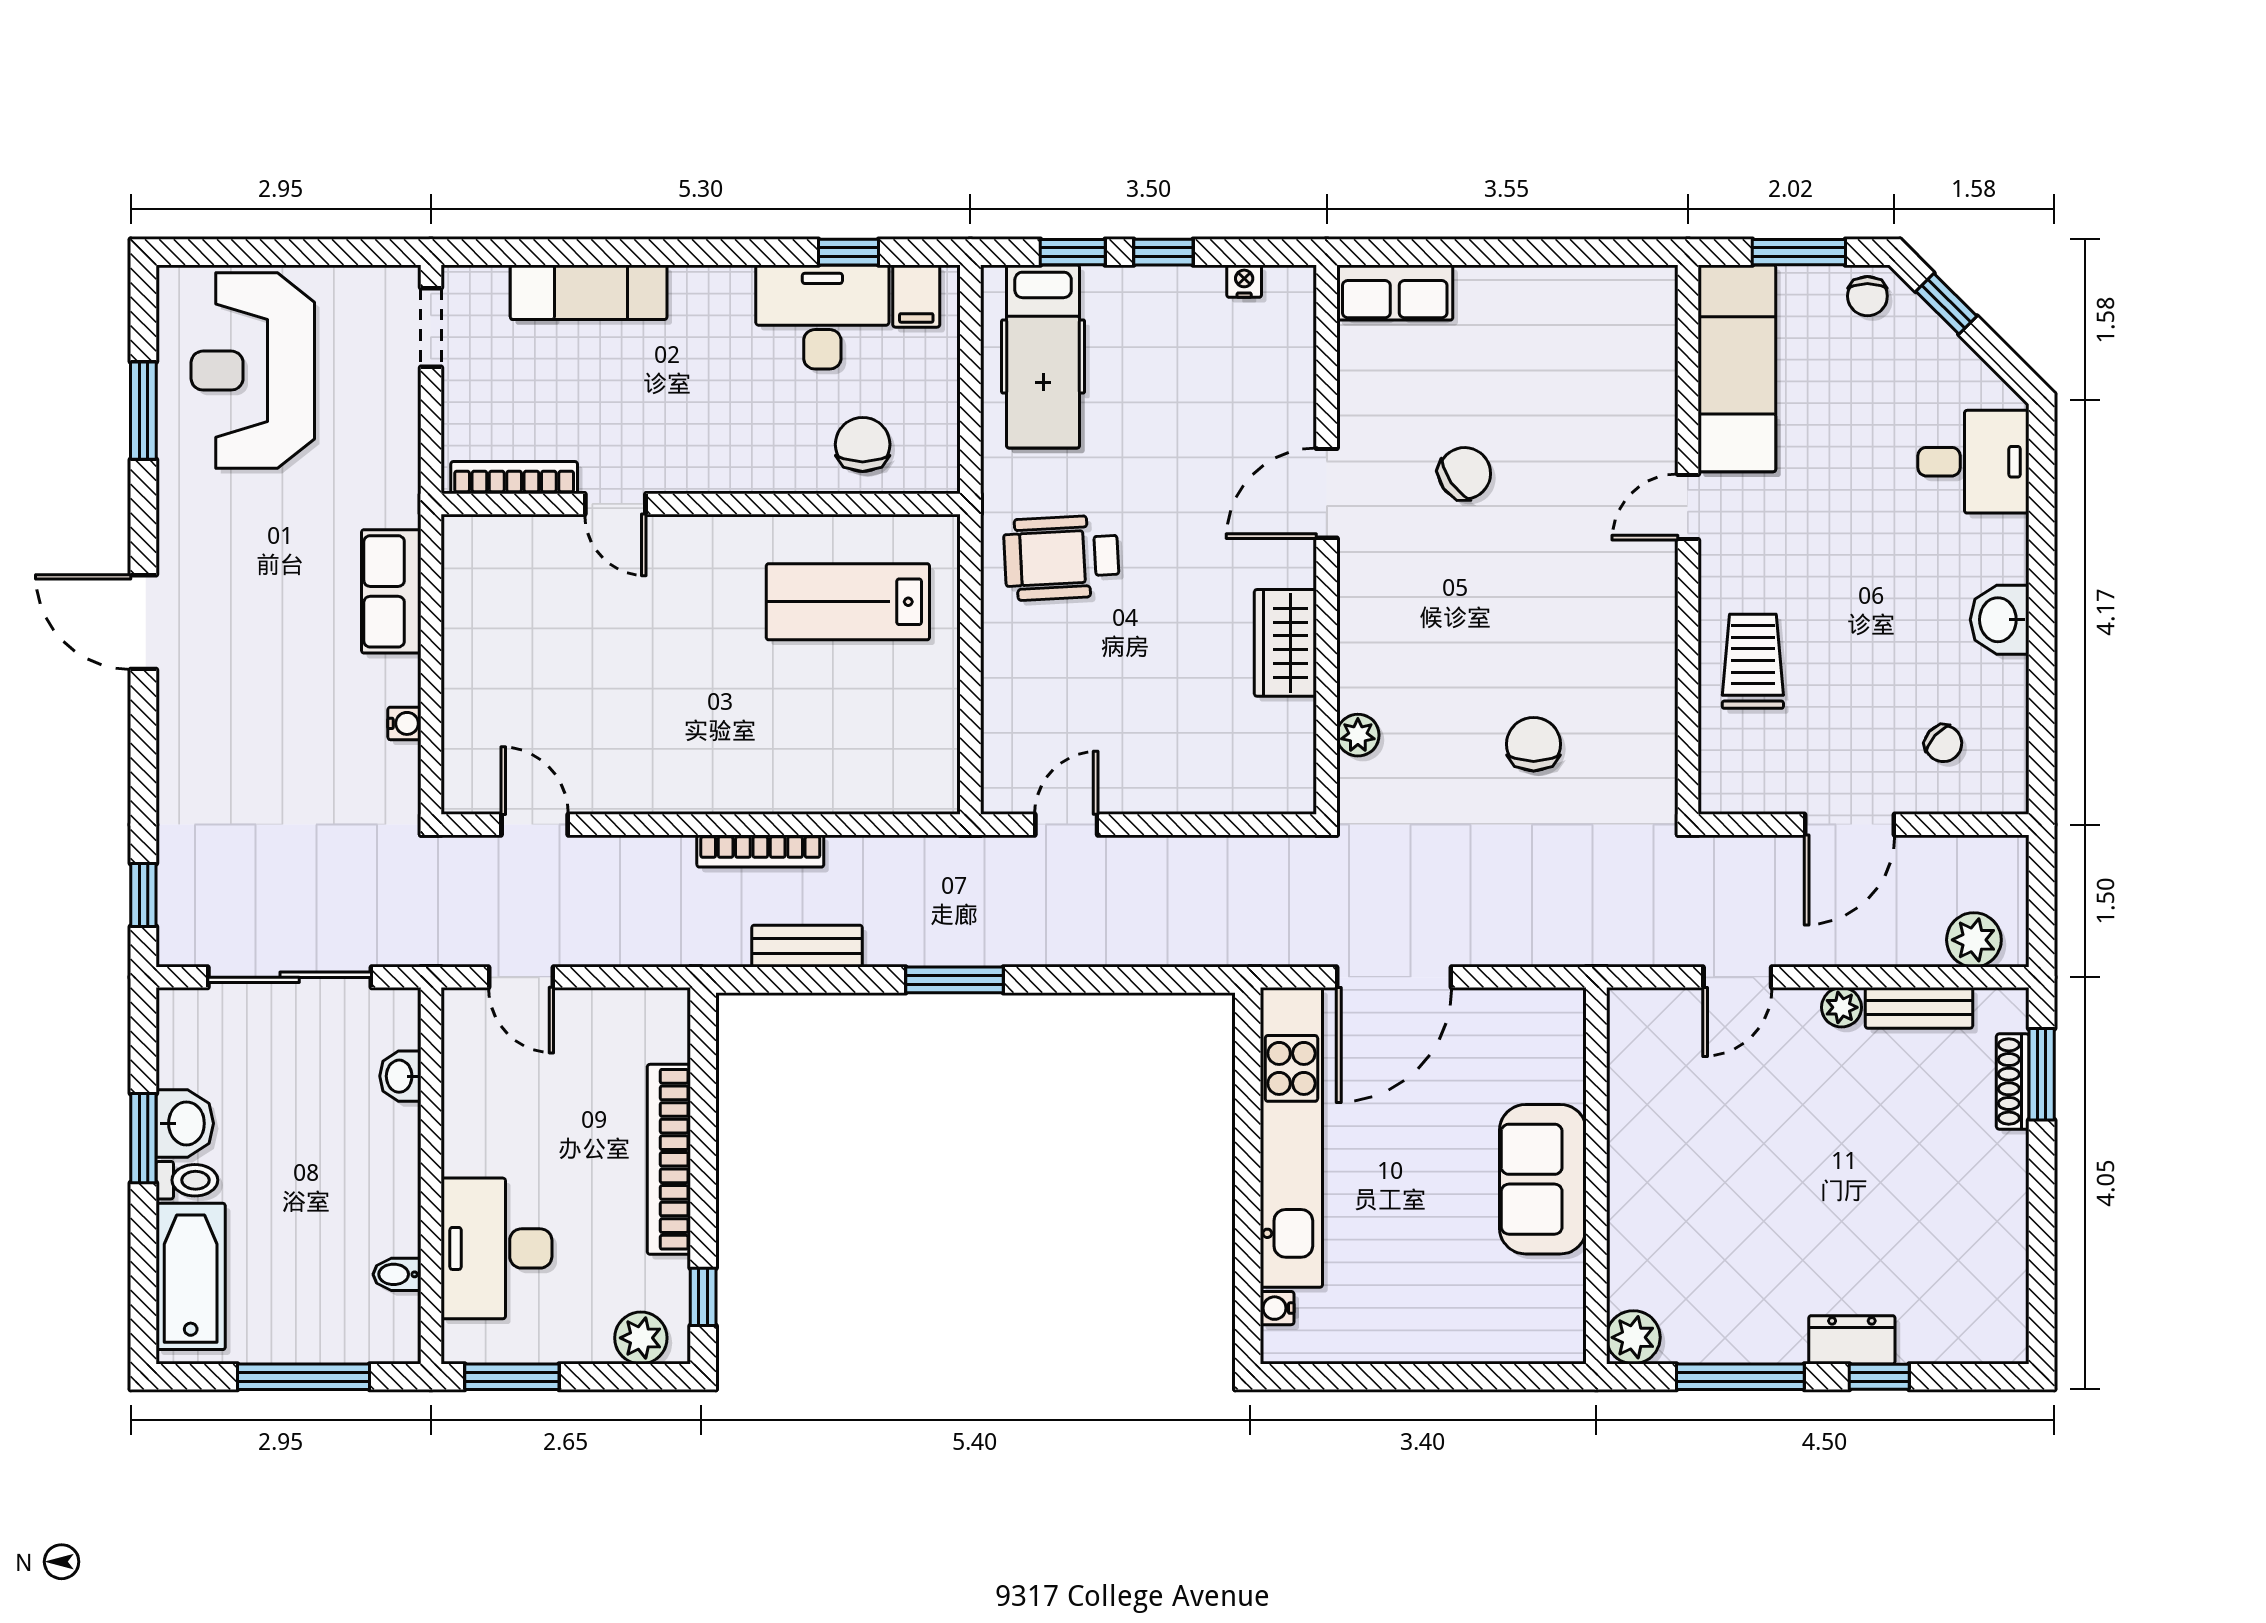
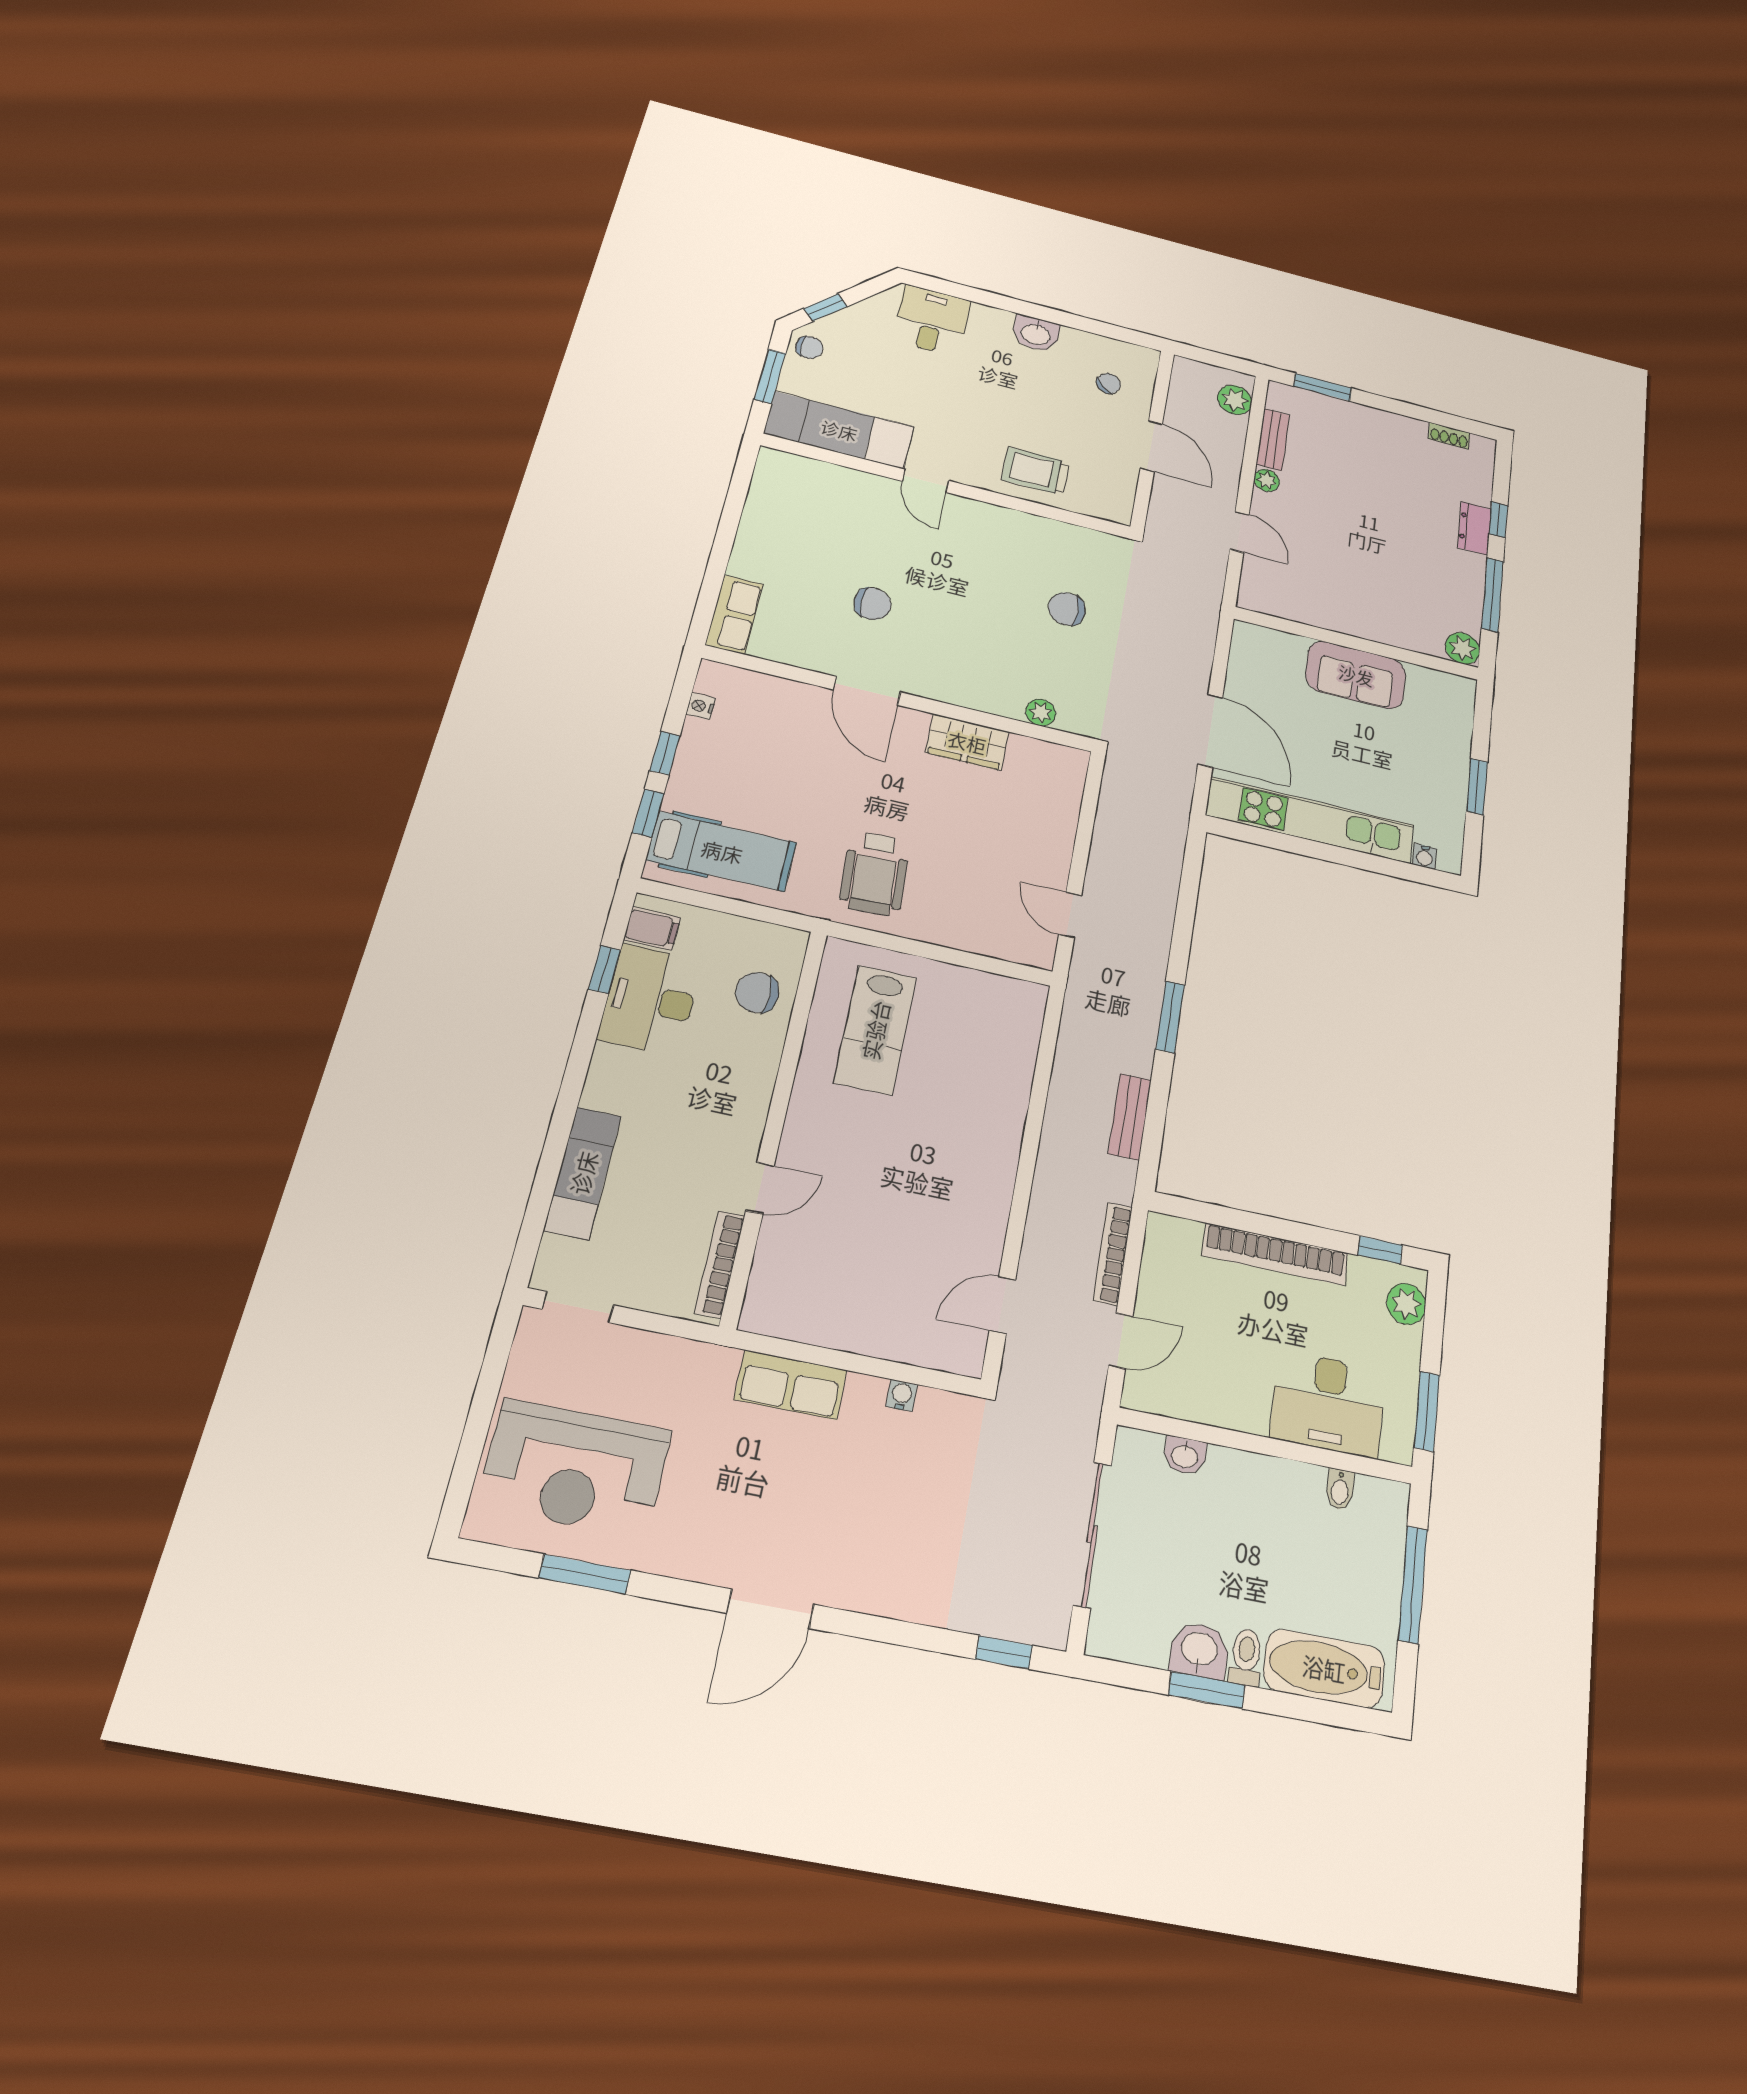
chair: (1465, 473) -> (873, 604), turned 125
bookcase: (760, 851) -> (1113, 1254), moved, turned 180
shoe rack: (2013, 1081) -> (1449, 436), moved, width x0.70
window: (1408, 1377) -> (1477, 787), added

